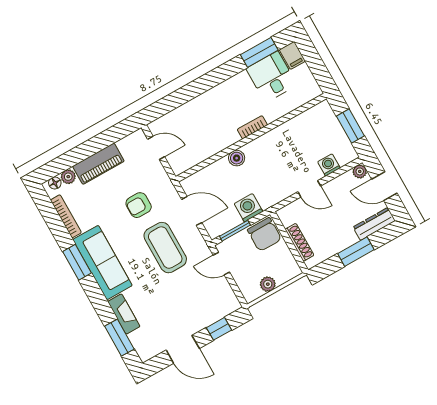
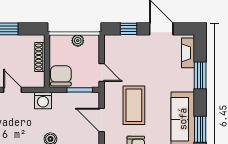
washing machine: (248, 208) -> (43, 100), moved
fireplace: (124, 314) -> (188, 53), moved
window: (119, 338) -> (200, 75), moved

